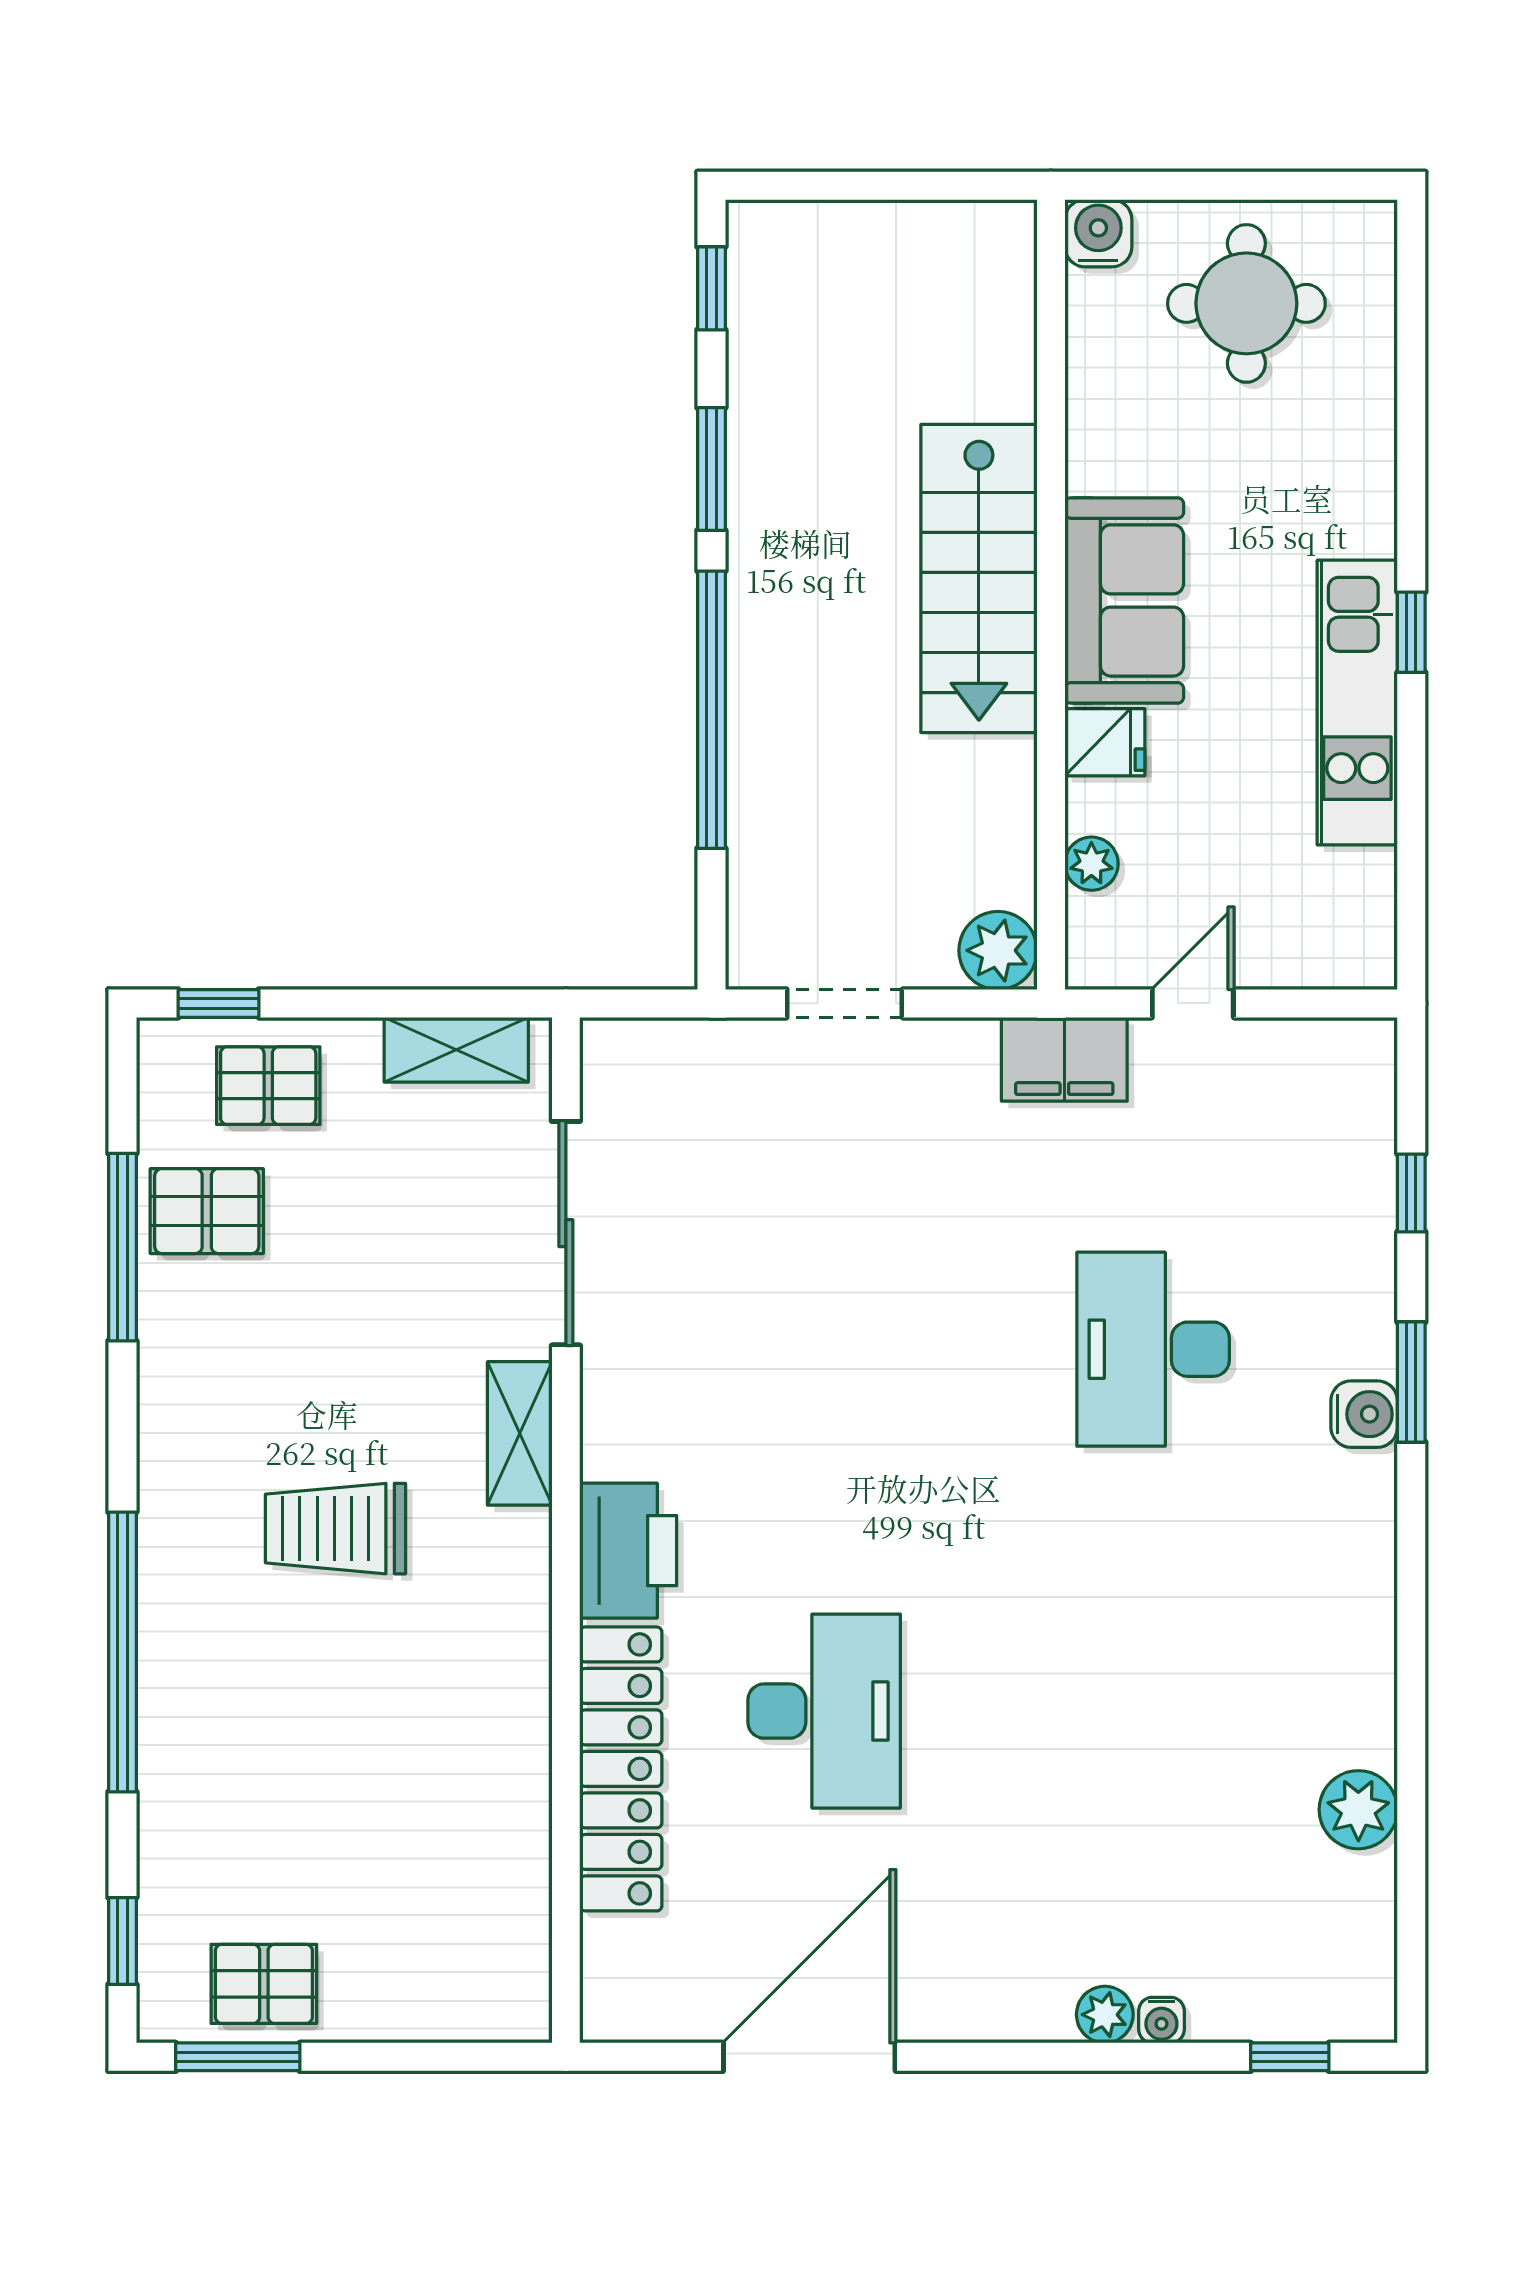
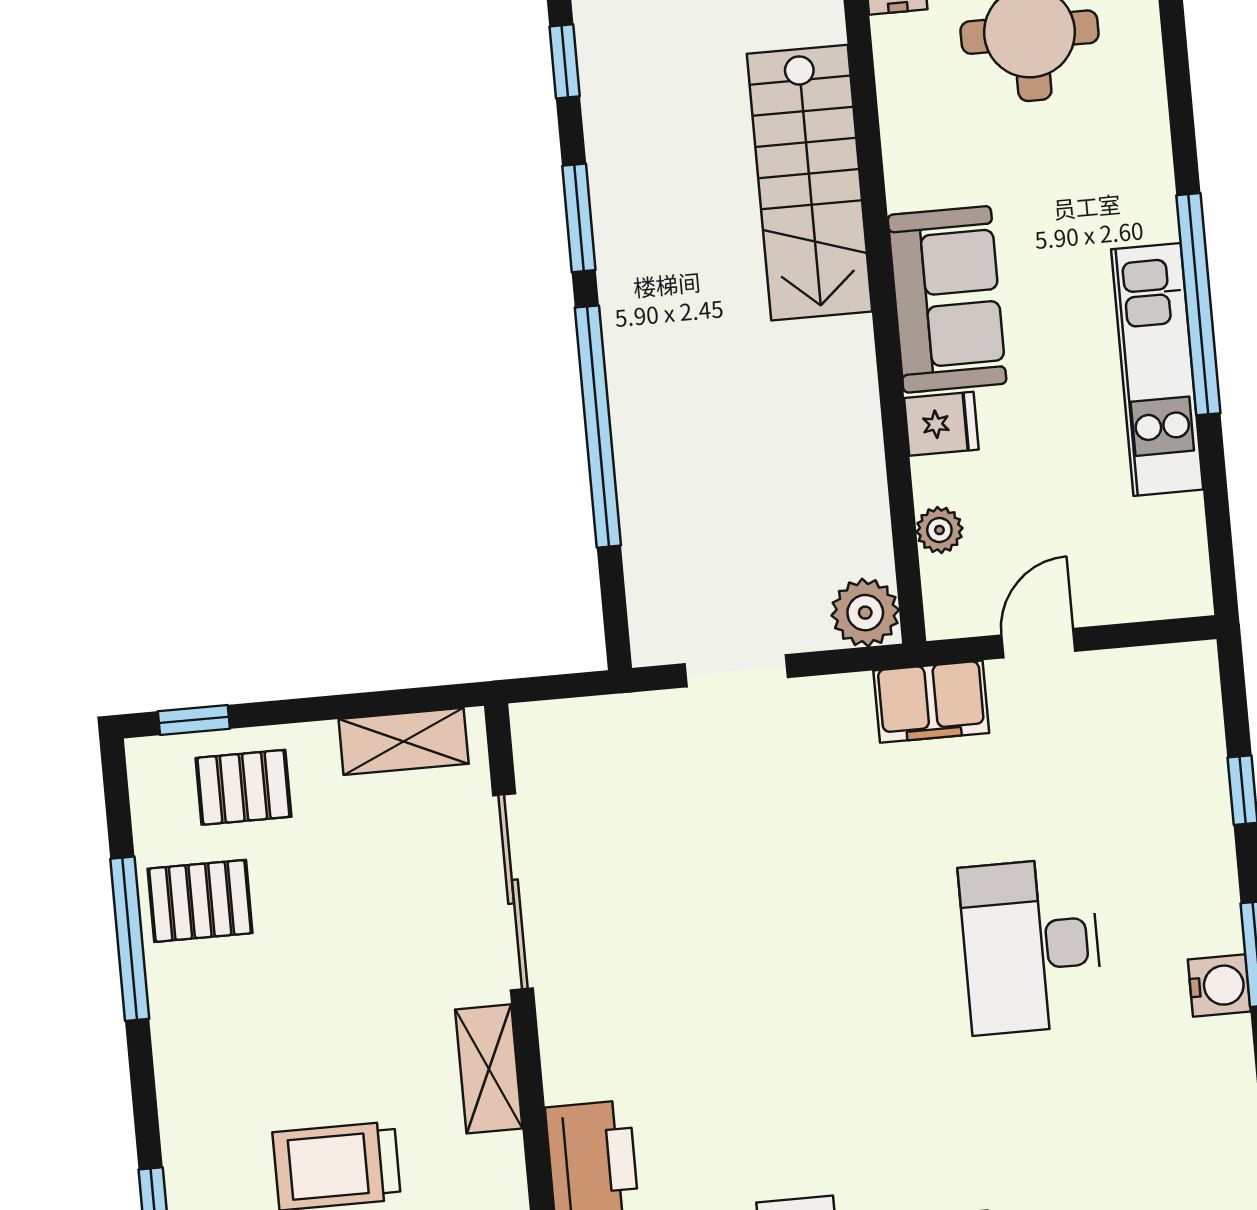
stairs: (979, 579) -> (809, 183), moved
window: (1411, 632) -> (1198, 304), width x3.17

